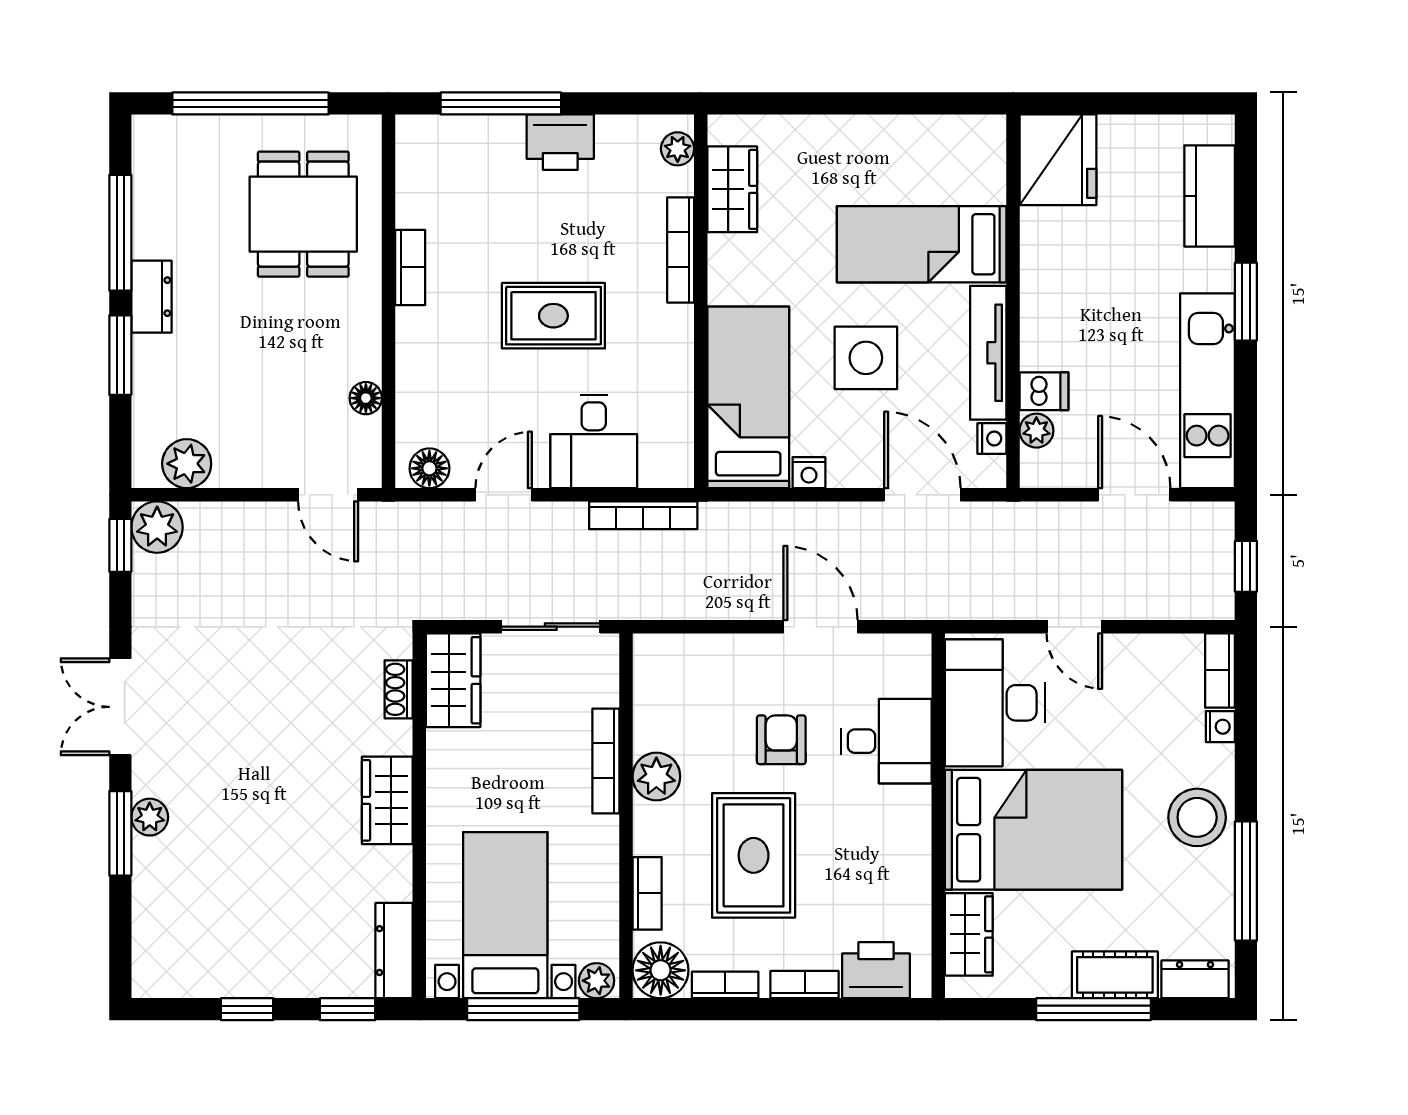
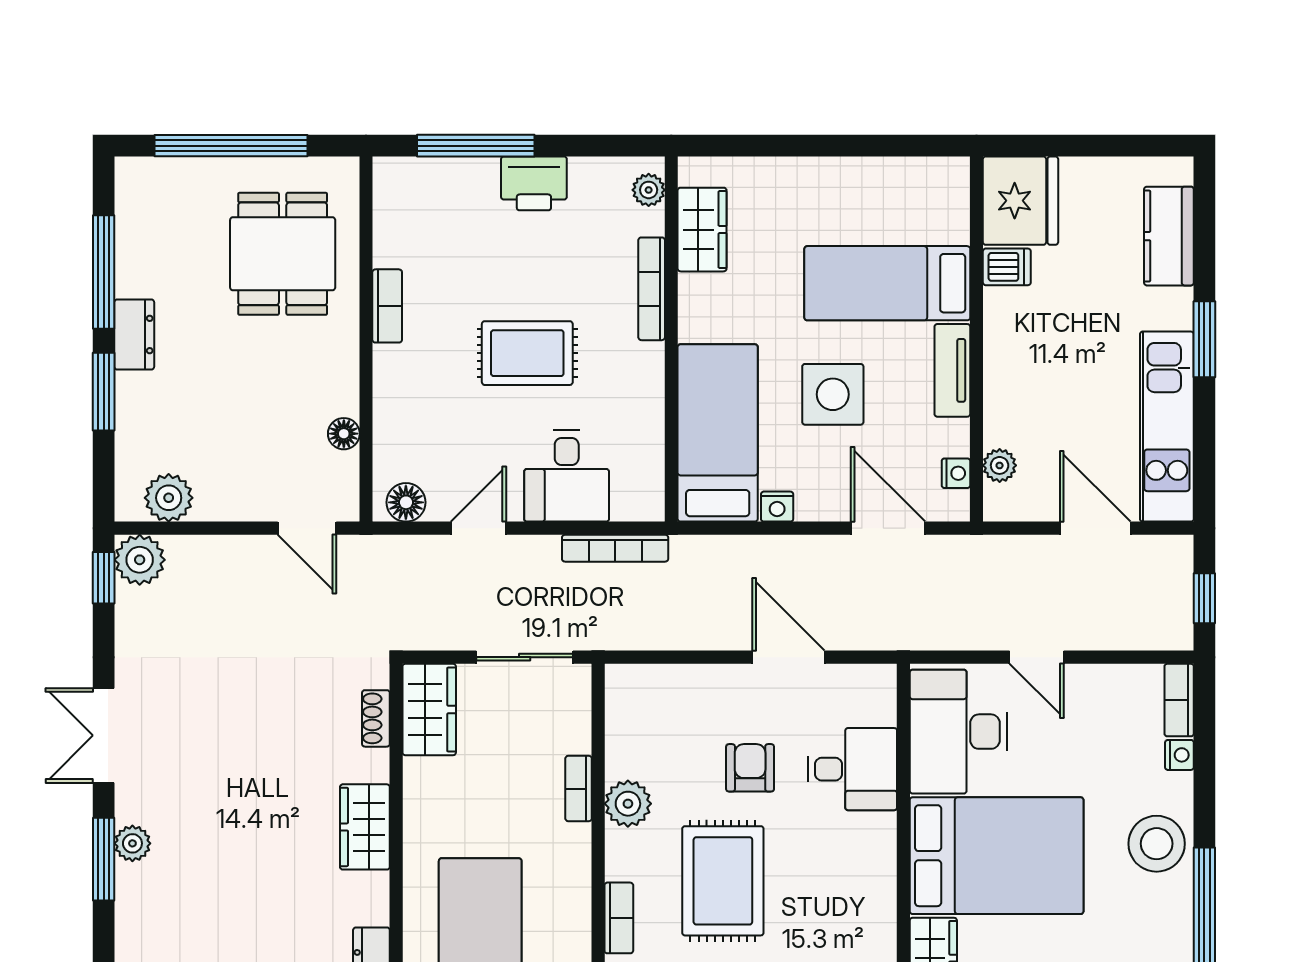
tv unit: (988, 353) -> (952, 370), width x0.71
dishwasher: (1044, 391) -> (1007, 267), moved
bookcase: (606, 761) -> (579, 789), width x0.64

